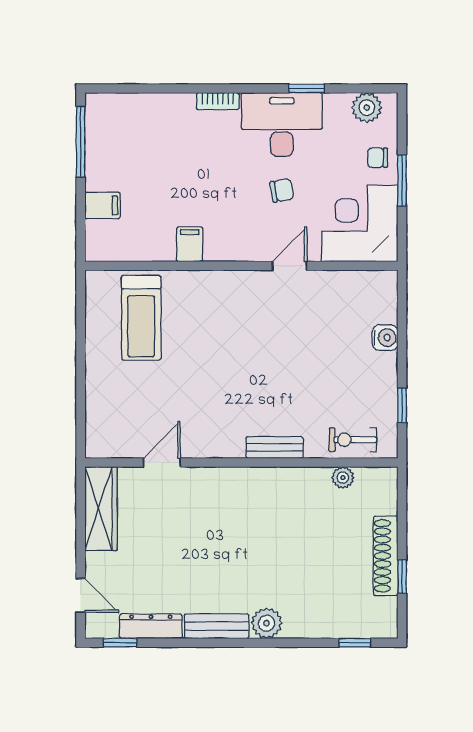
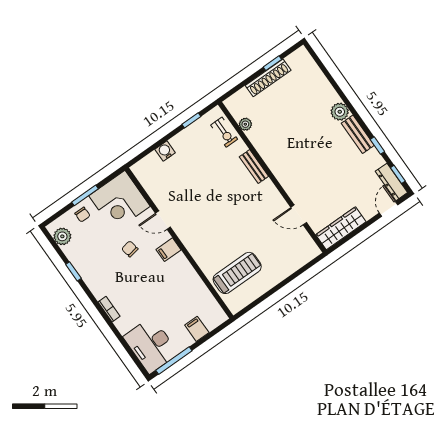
desk: (282, 124) -> (151, 345), moved
filing cabinet: (190, 244) -> (169, 250), moved
dresser: (151, 626) -> (391, 182), moved
window: (355, 643) -> (377, 145), moved

